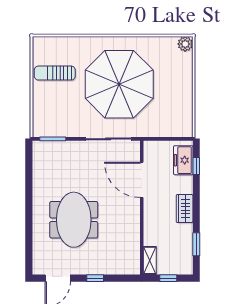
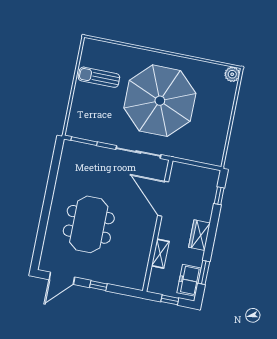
freezer: (183, 160) -> (189, 280), moved
shelving: (150, 260) -> (160, 254), moved

